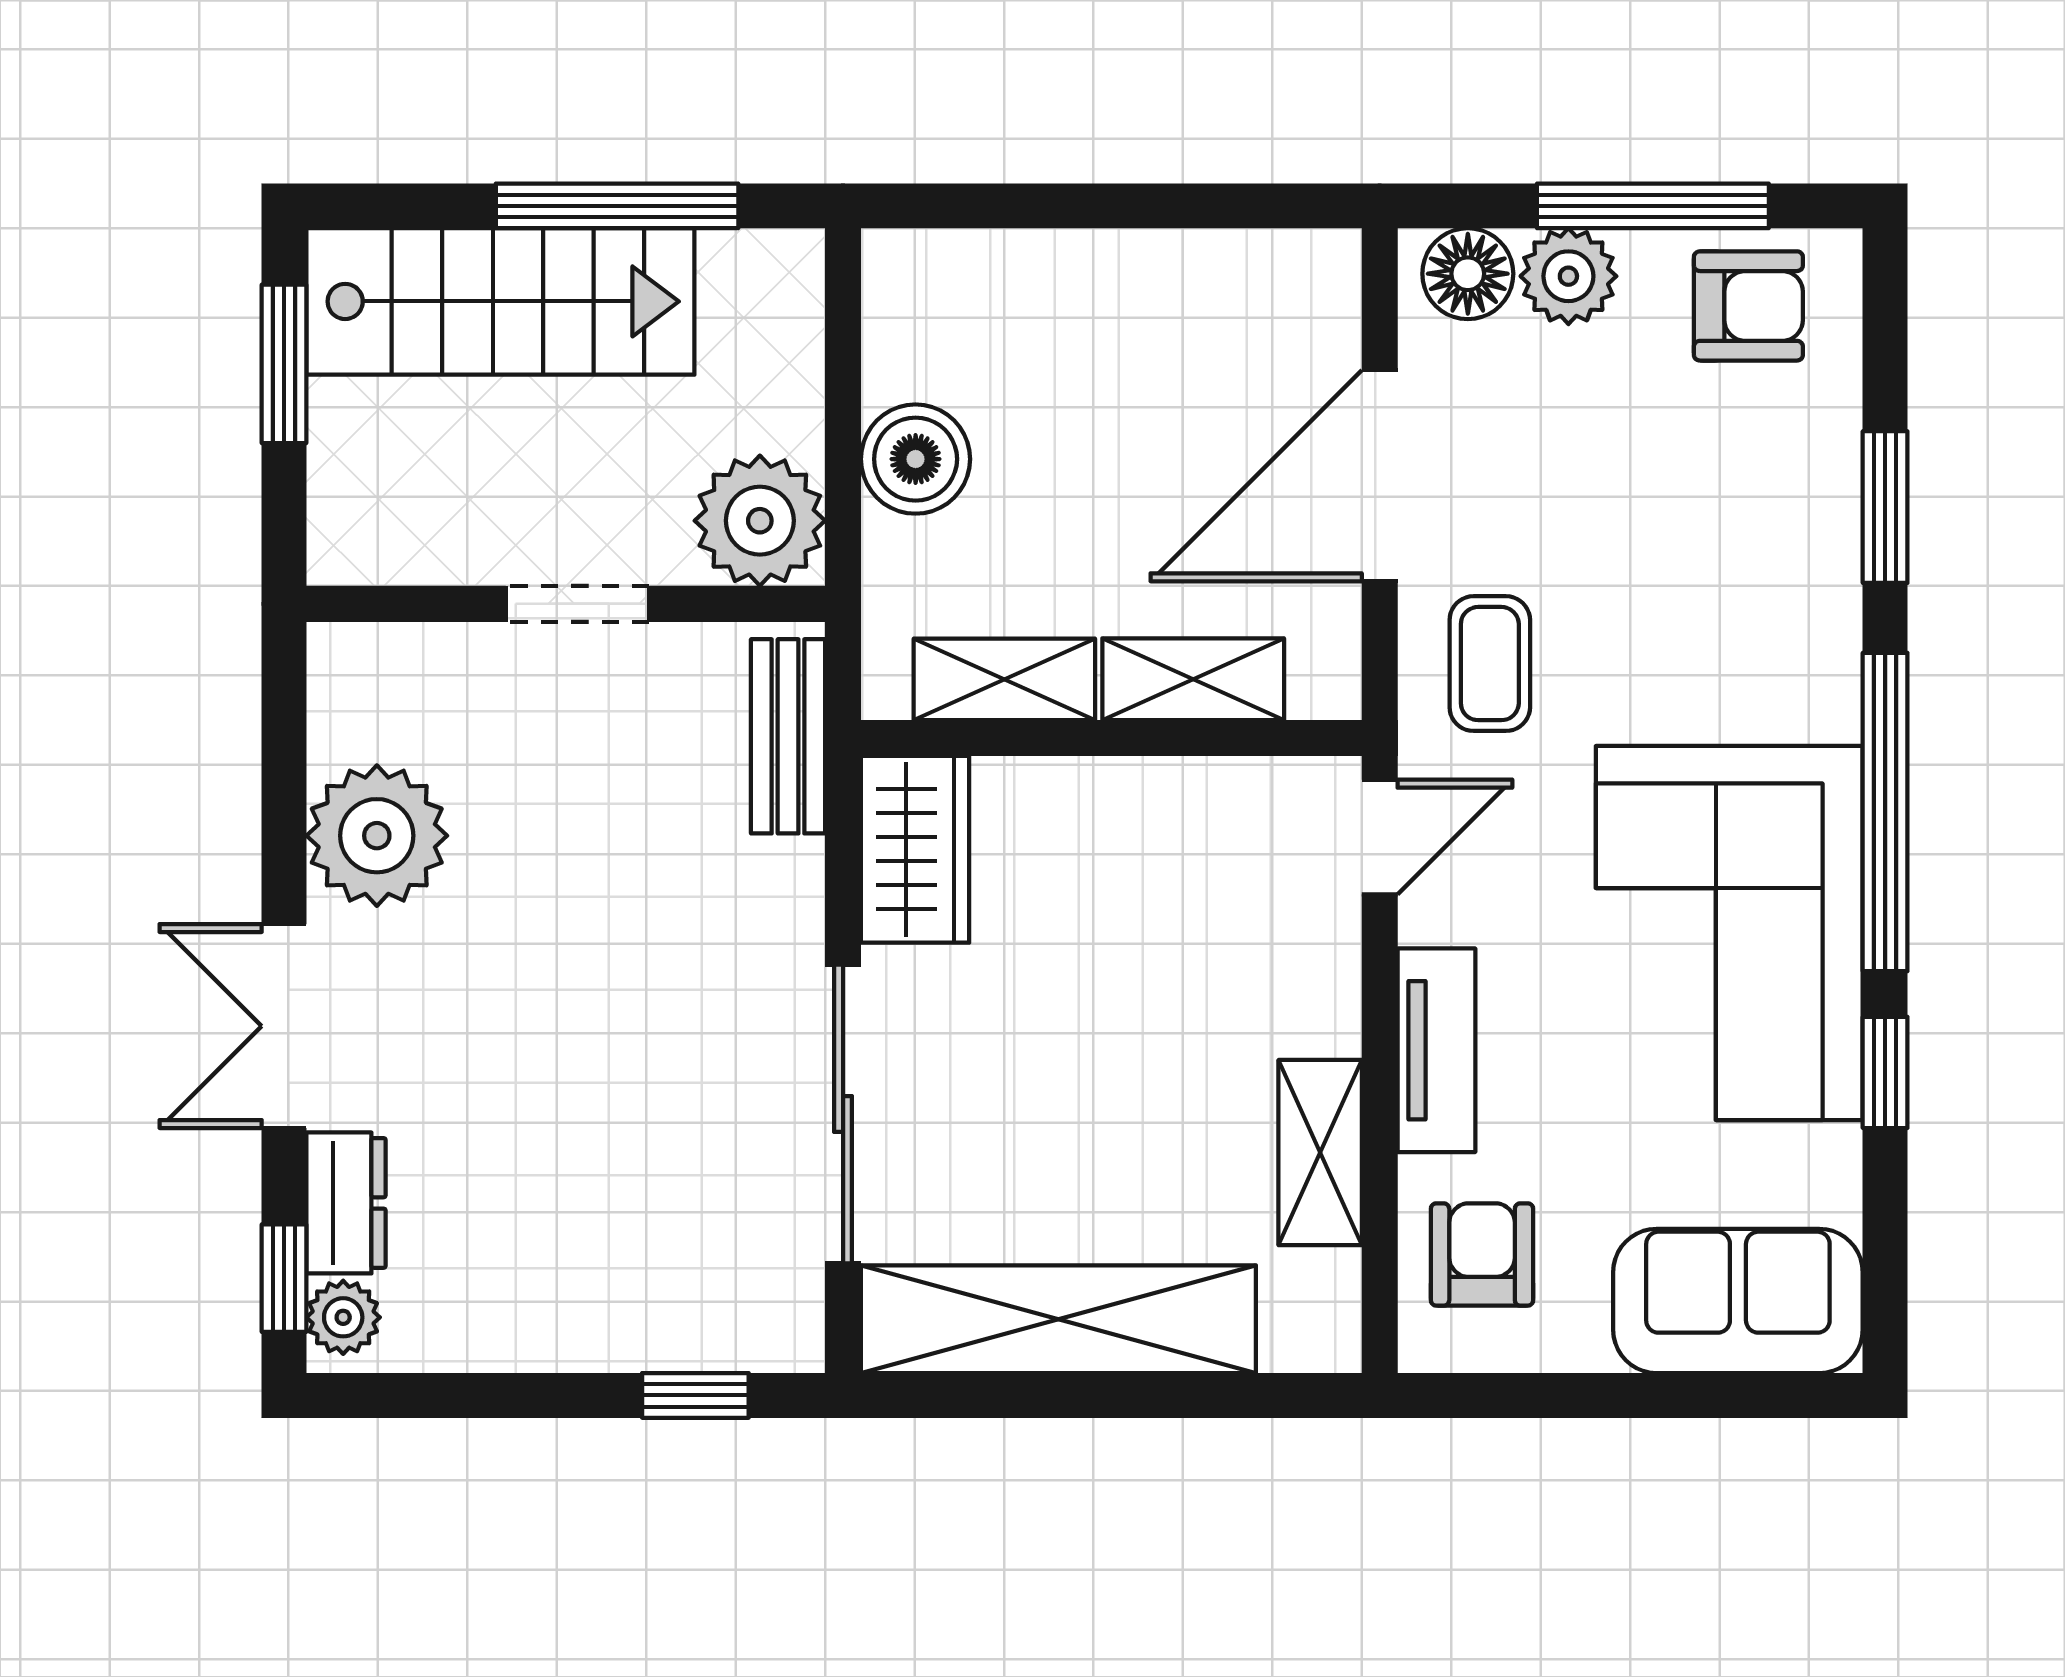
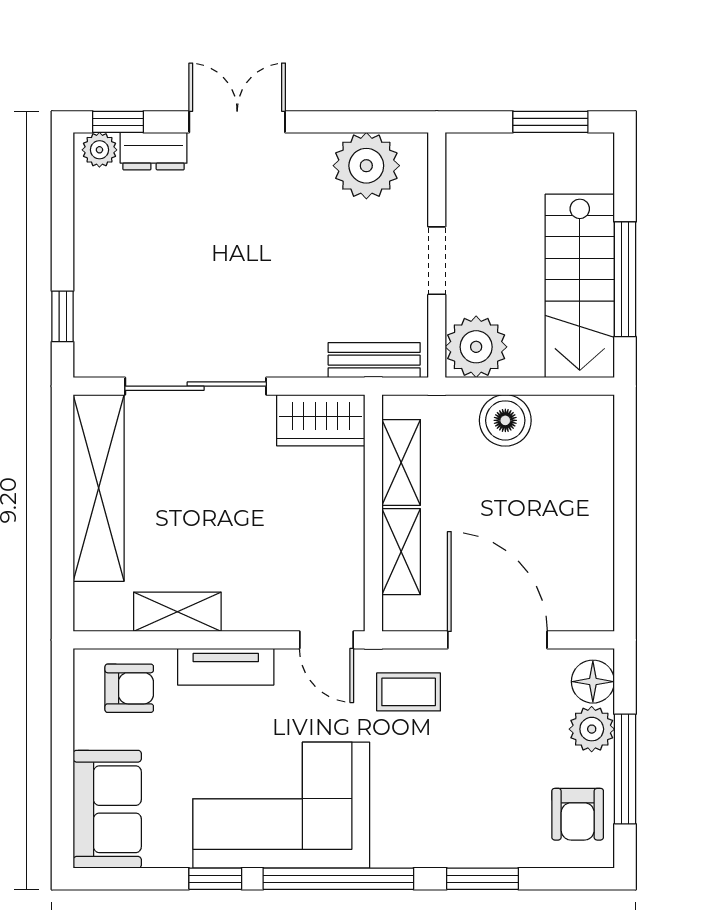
stairs: (500, 301) -> (580, 286), moved
plant: (377, 836) -> (366, 166), moved

